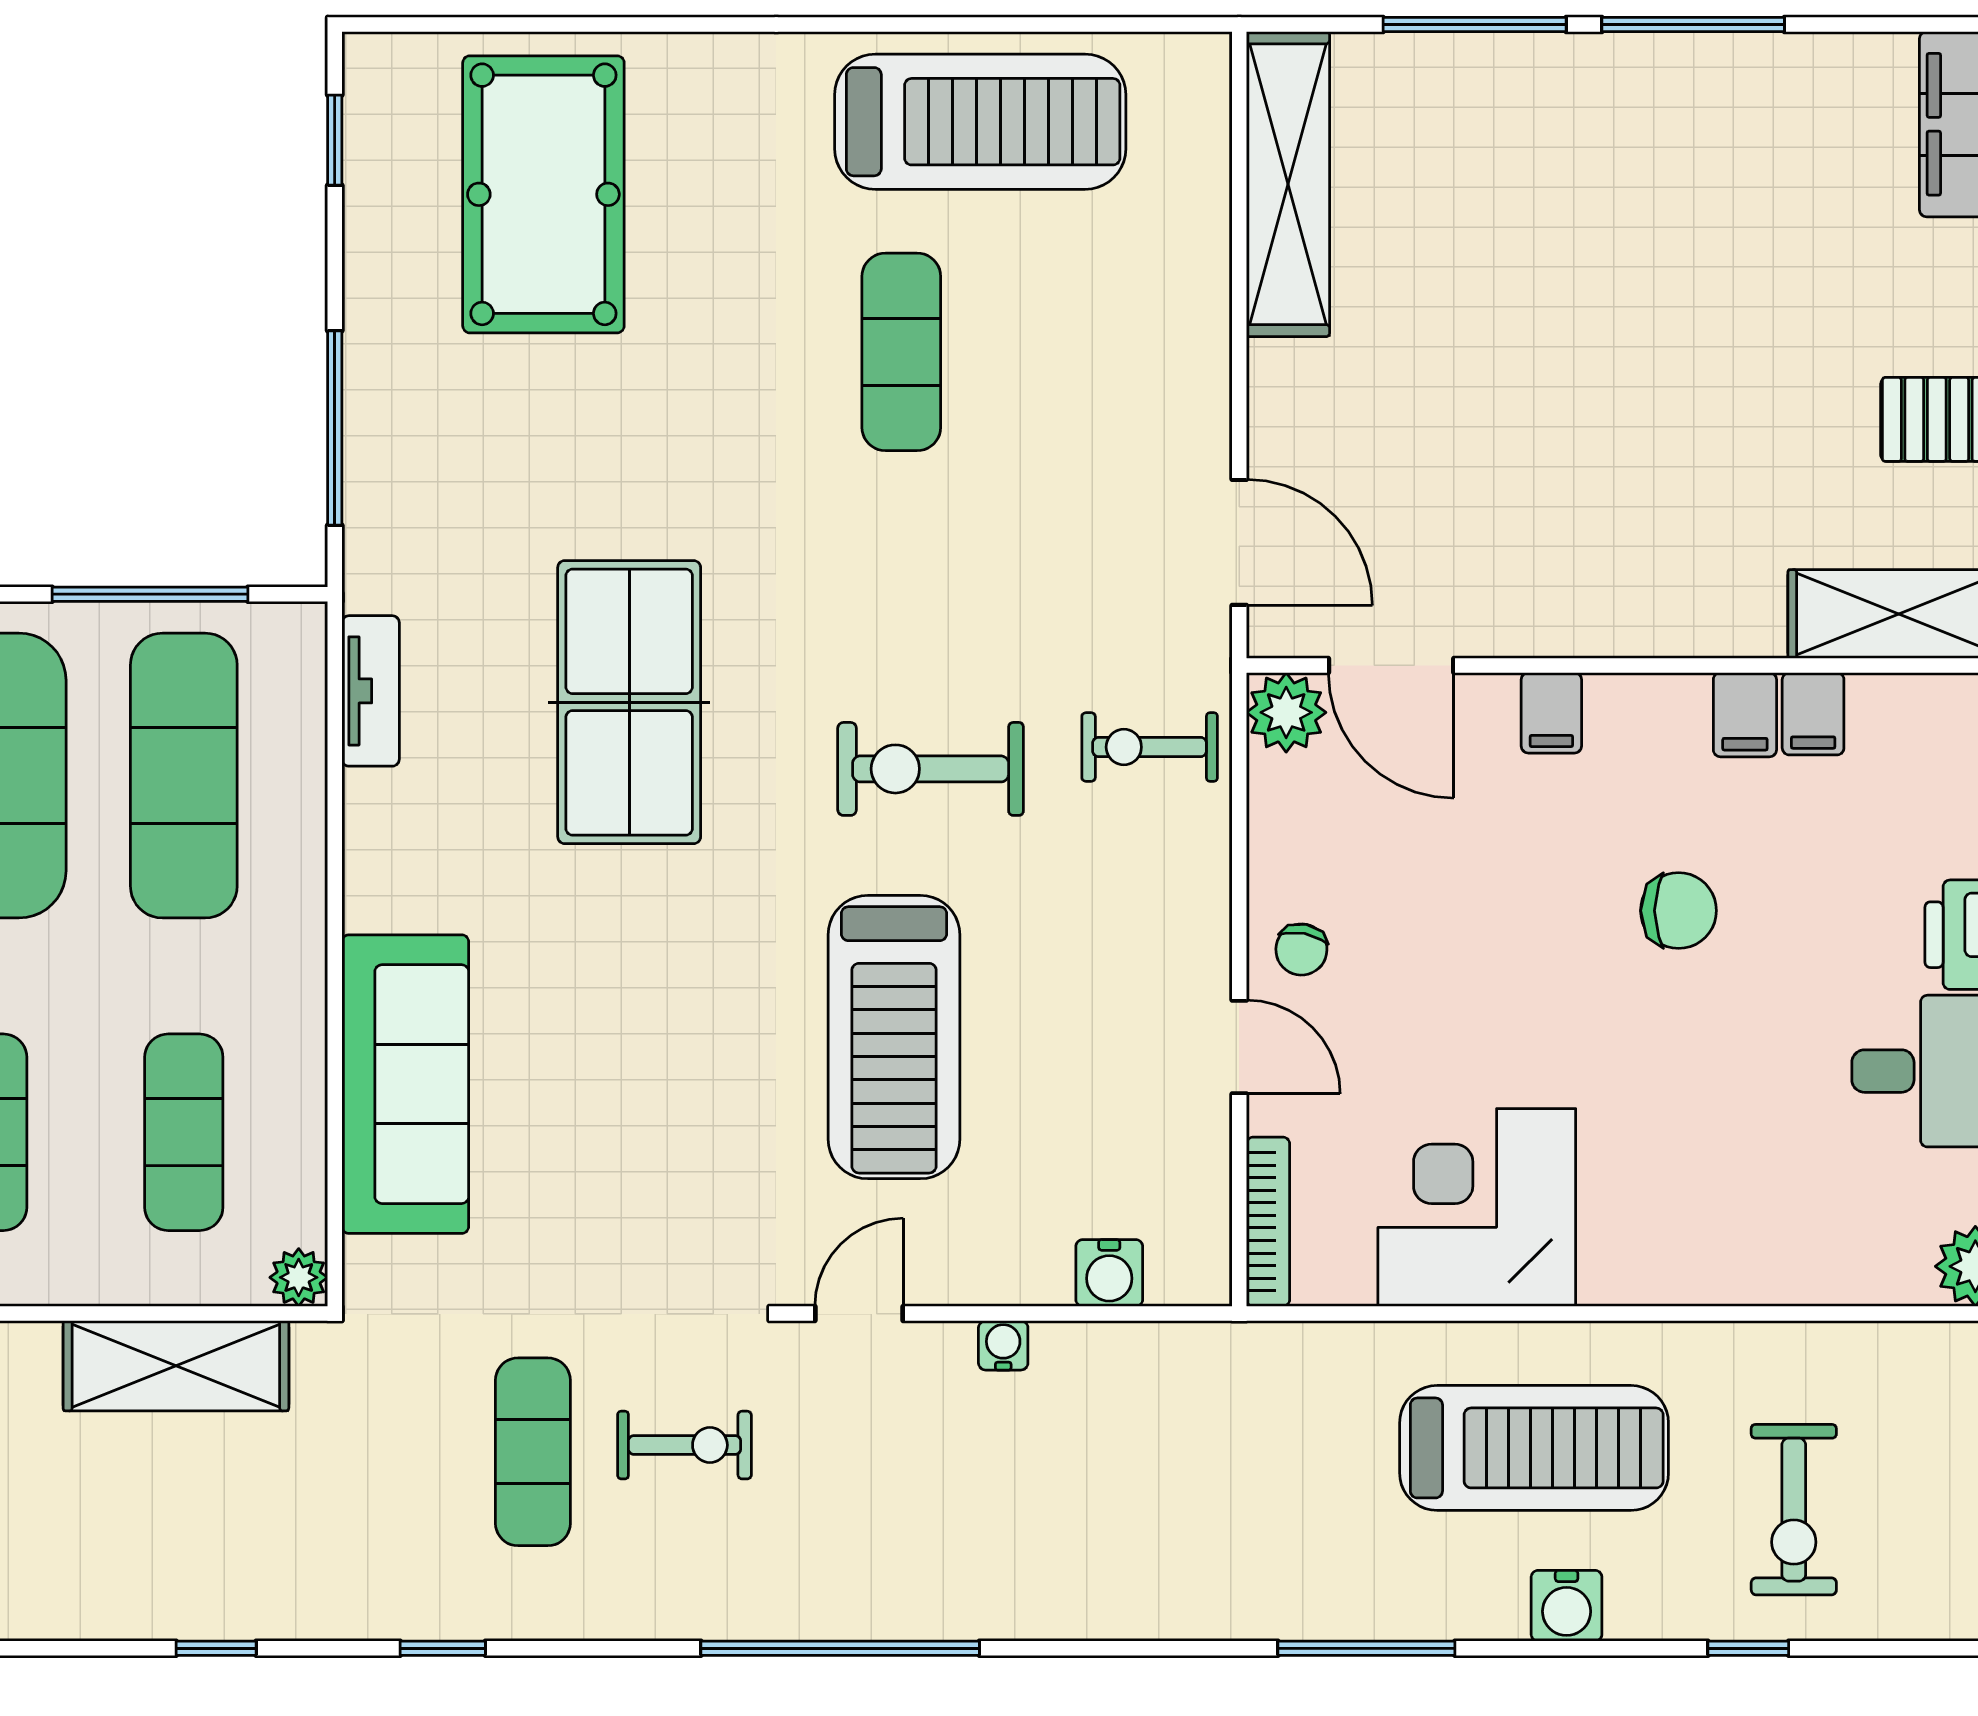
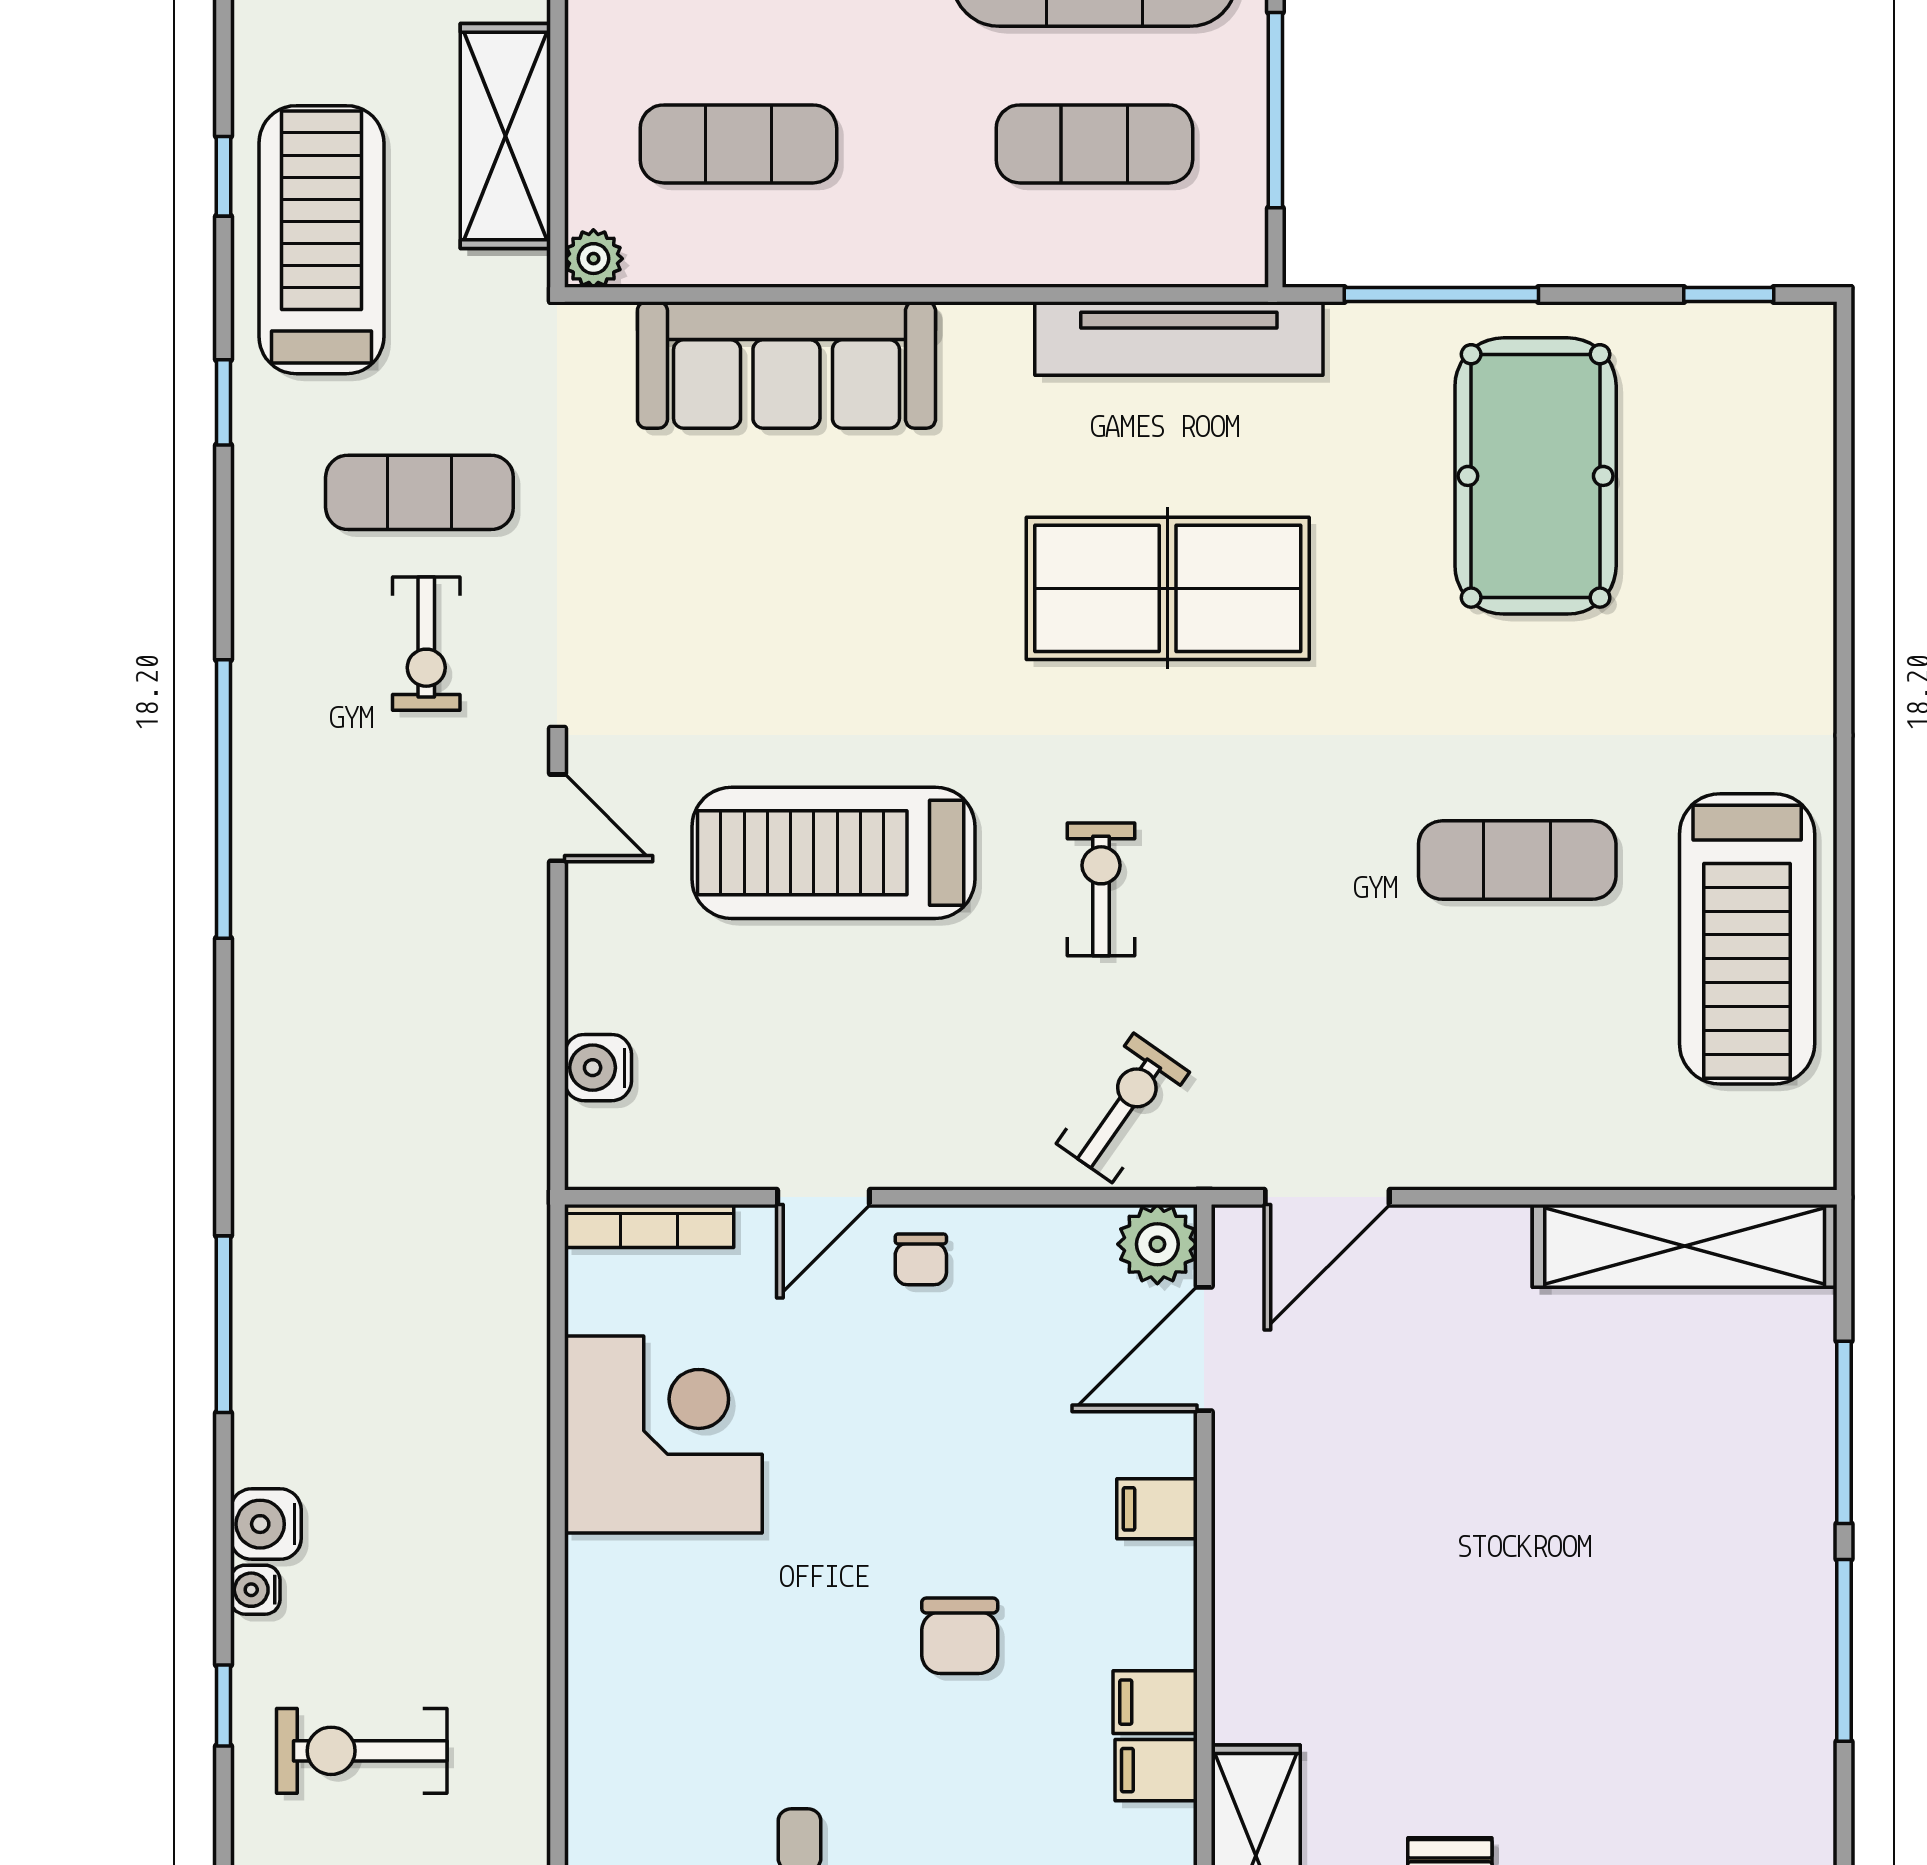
pool table: (543, 194) -> (1536, 476), moved, turned 90
tv unit: (371, 691) -> (1179, 339), width x1.92, depth x1.29
exercise bike: (1150, 747) -> (1123, 1108), turned 35
exercise bike: (931, 769) -> (1101, 889), width x0.73, depth x0.72
exercise mat: (184, 776) -> (1094, 144), width x0.73, depth x0.69
chair: (1301, 950) -> (921, 1259), turned -101
water cooler: (1003, 1345) -> (255, 1590), moved, turned 180
treadmill: (1534, 1448) -> (321, 240), moved, turned 180

